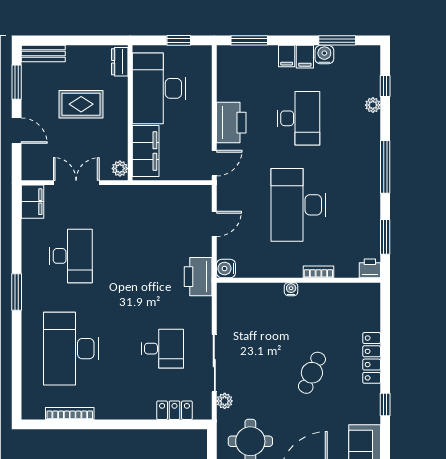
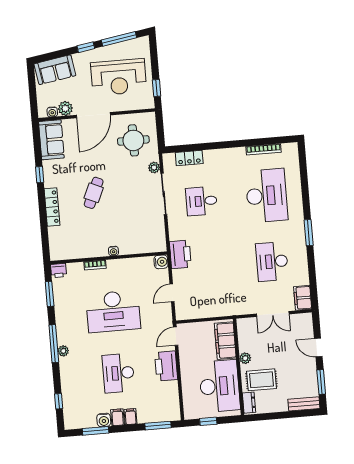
rug: (81, 104) -> (261, 380), moved
plant: (373, 105) -> (63, 351), moved
plant: (120, 168) -> (245, 358), moved
desk: (298, 205) -> (113, 311), turned 90

